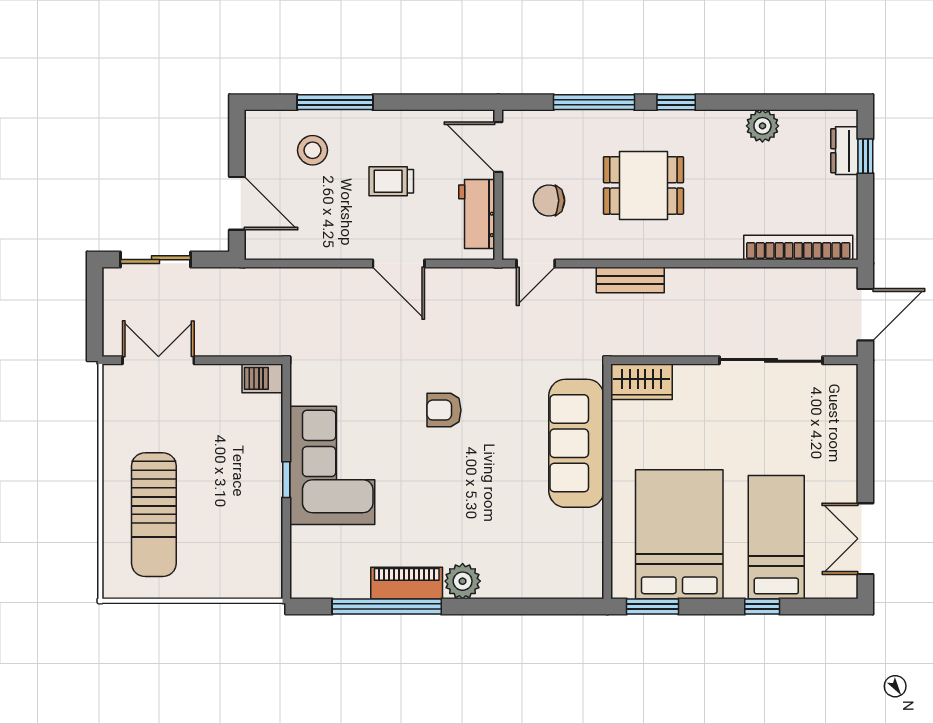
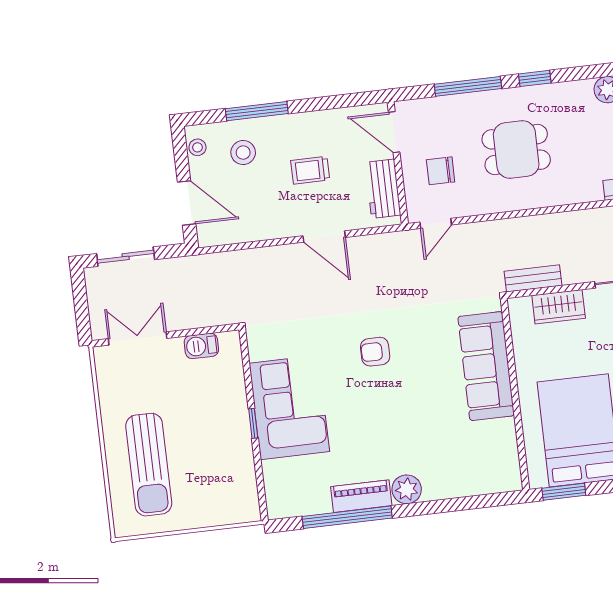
stool: (258, 138) -> (197, 147), added
bench: (630, 280) -> (533, 278), moved
barbecue: (262, 378) -> (201, 346), moved
wardrobe: (642, 382) -> (559, 307), moved

